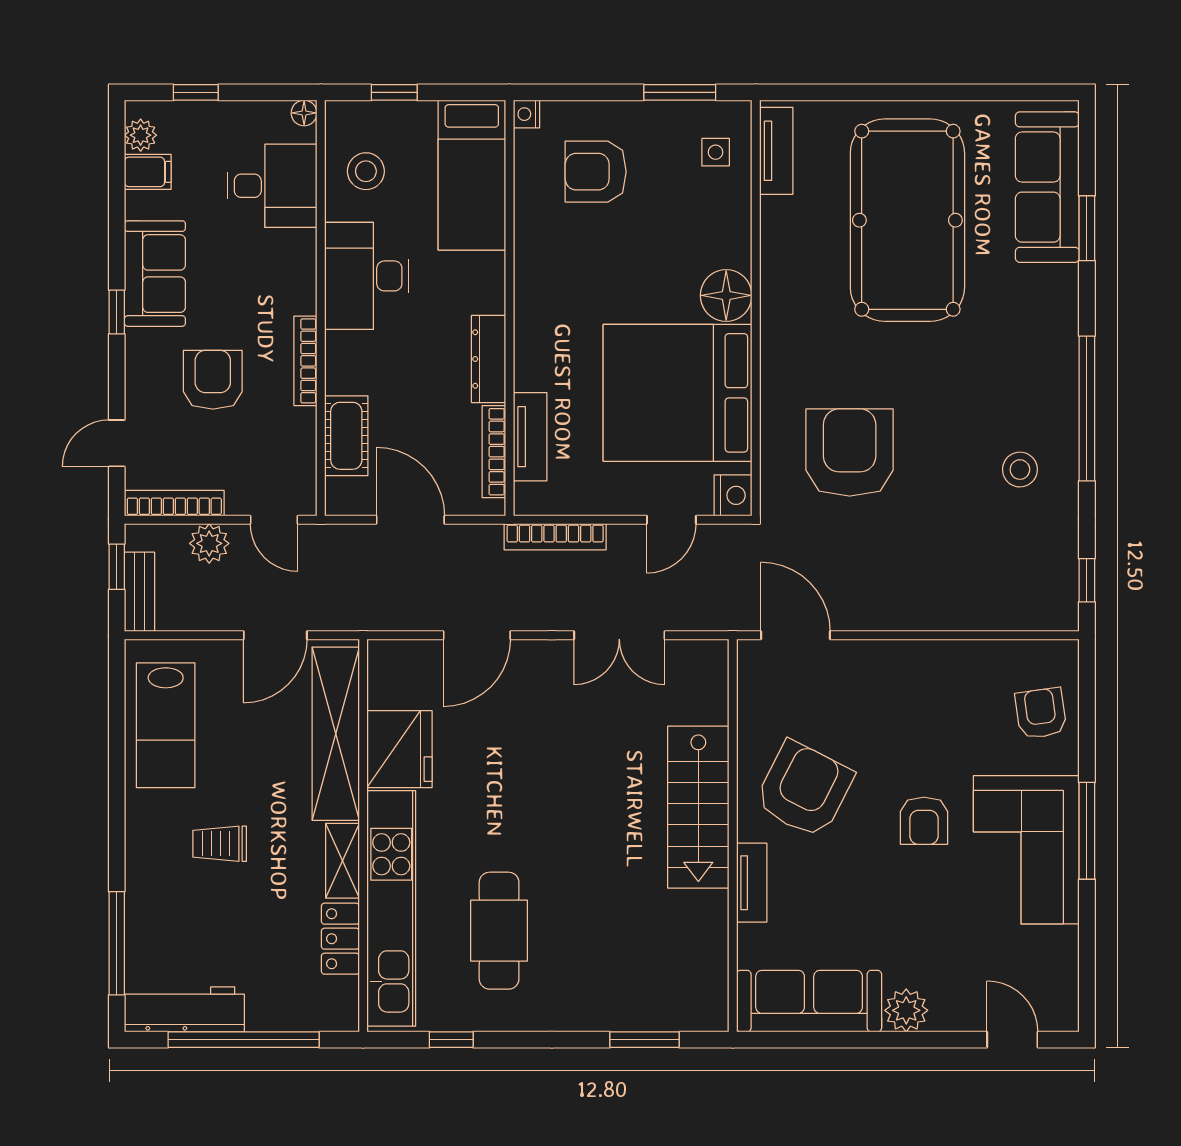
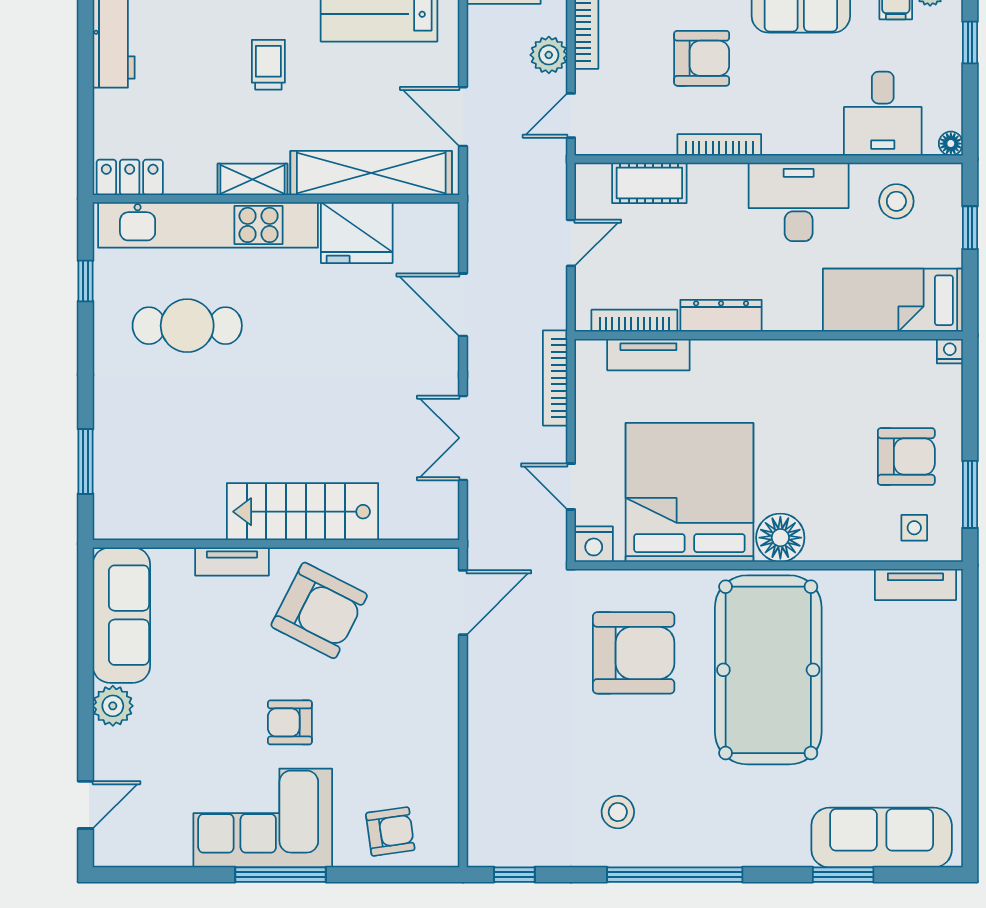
armchair: (596, 172) -> (906, 456), moved, turned 90
pool table: (907, 220) -> (768, 670), moved, turned 90
door: (410, 520) -> (571, 243), width x0.73
locker: (340, 939) -> (130, 177), moved
window: (244, 1040) -> (85, 87), removed

